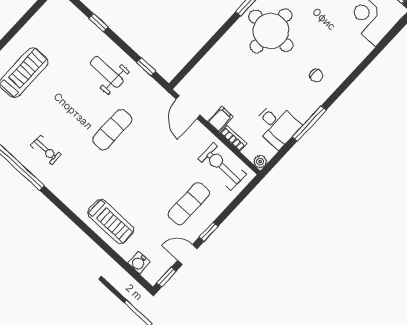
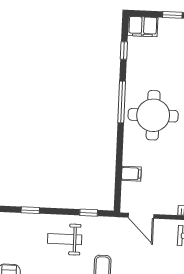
filing cabinet: (220, 119) -> (131, 174), moved, turned 90

